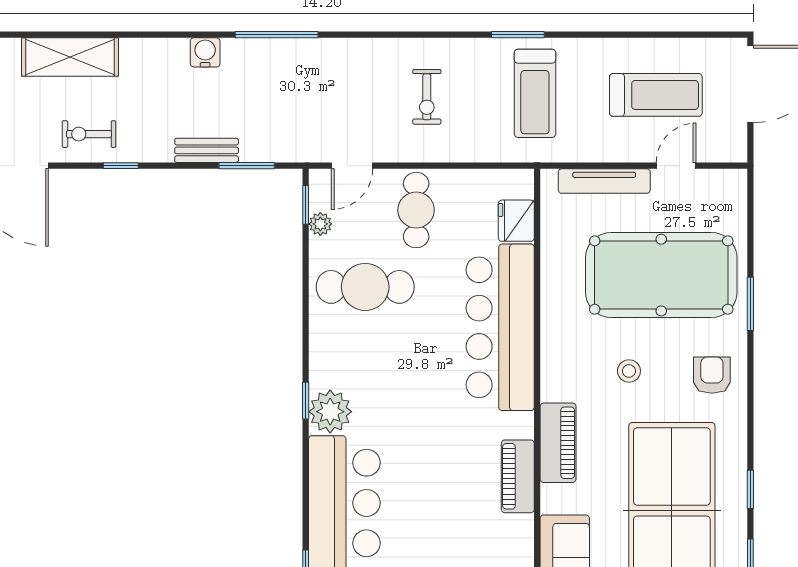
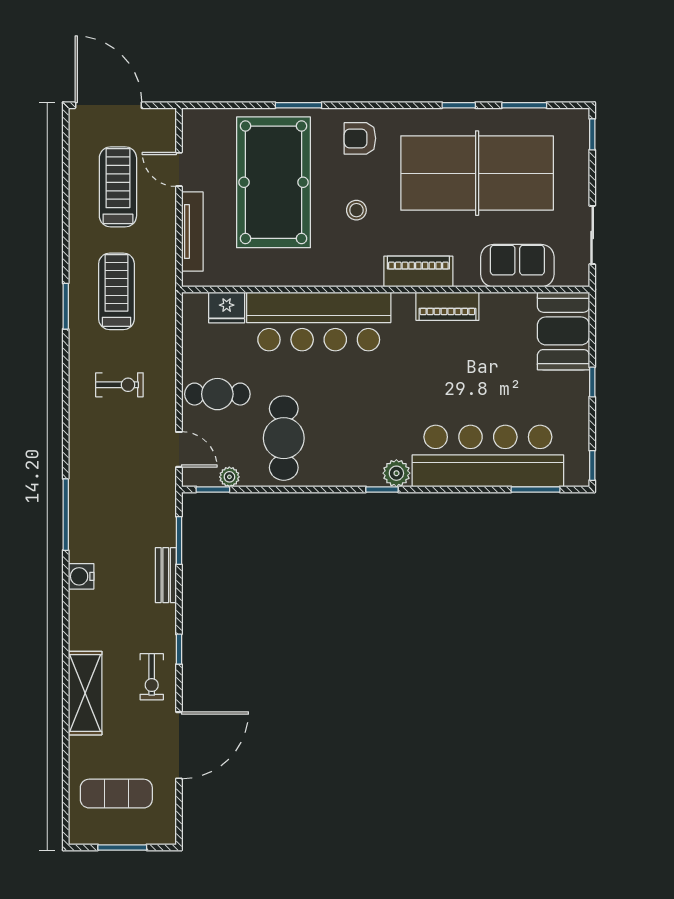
treadmill: (535, 93) -> (116, 291), turned -90
plant: (330, 412) -> (396, 473), width x0.73, depth x0.73

